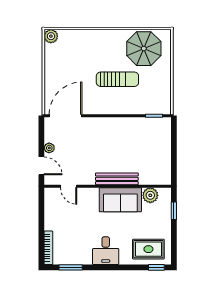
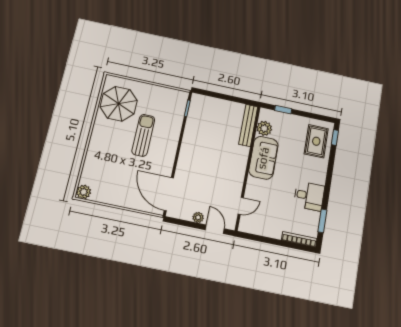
door: (41, 166) -> (215, 229), hinge flipped
bench: (117, 179) -> (248, 125), moved
desk: (106, 251) -> (309, 196), moved

